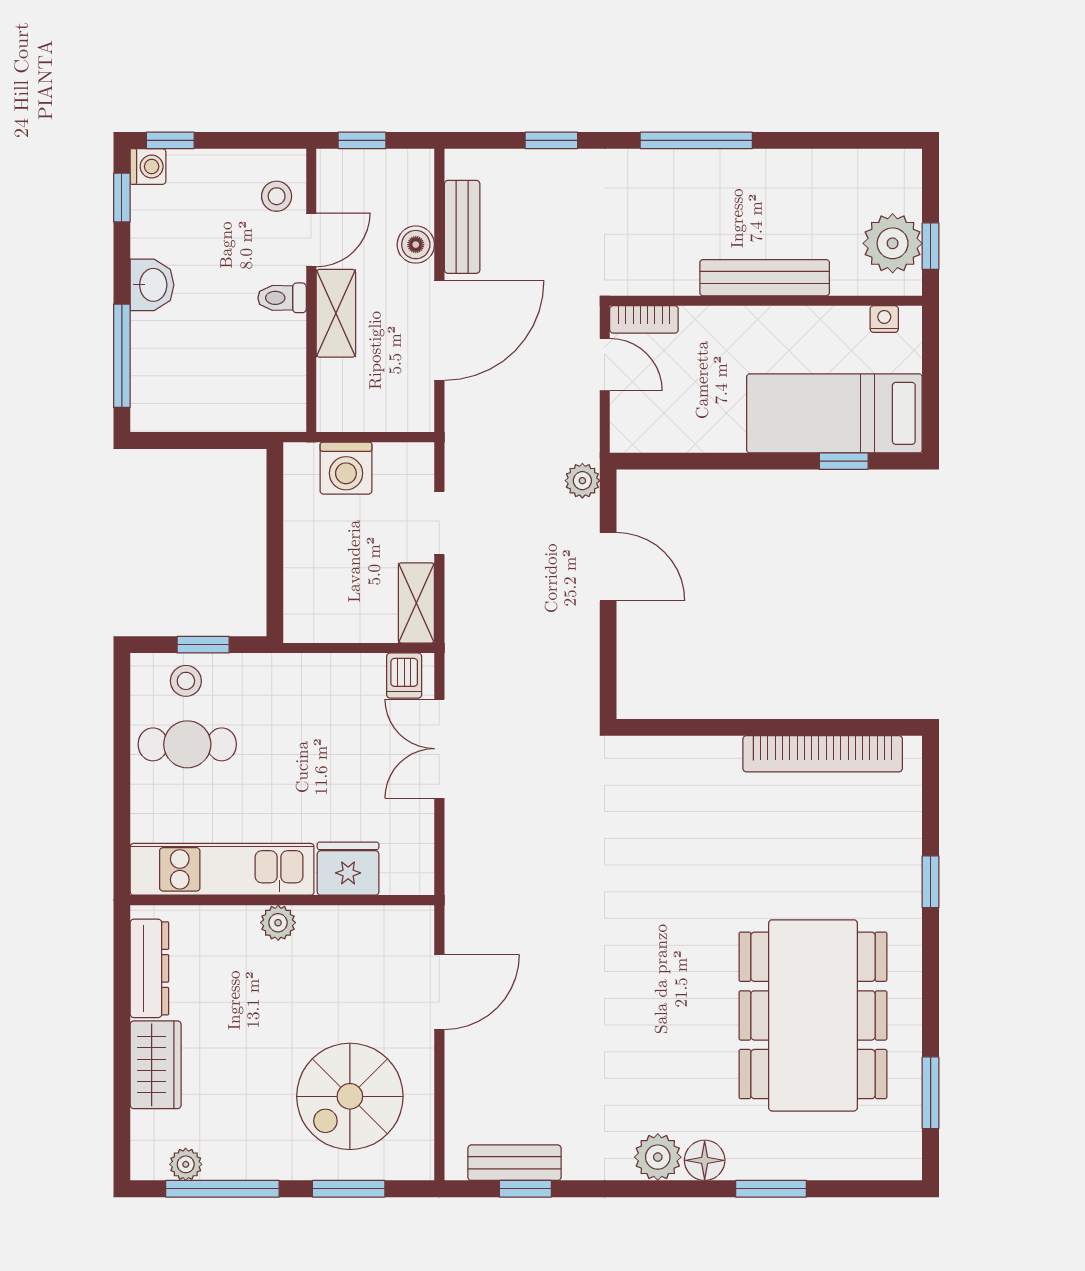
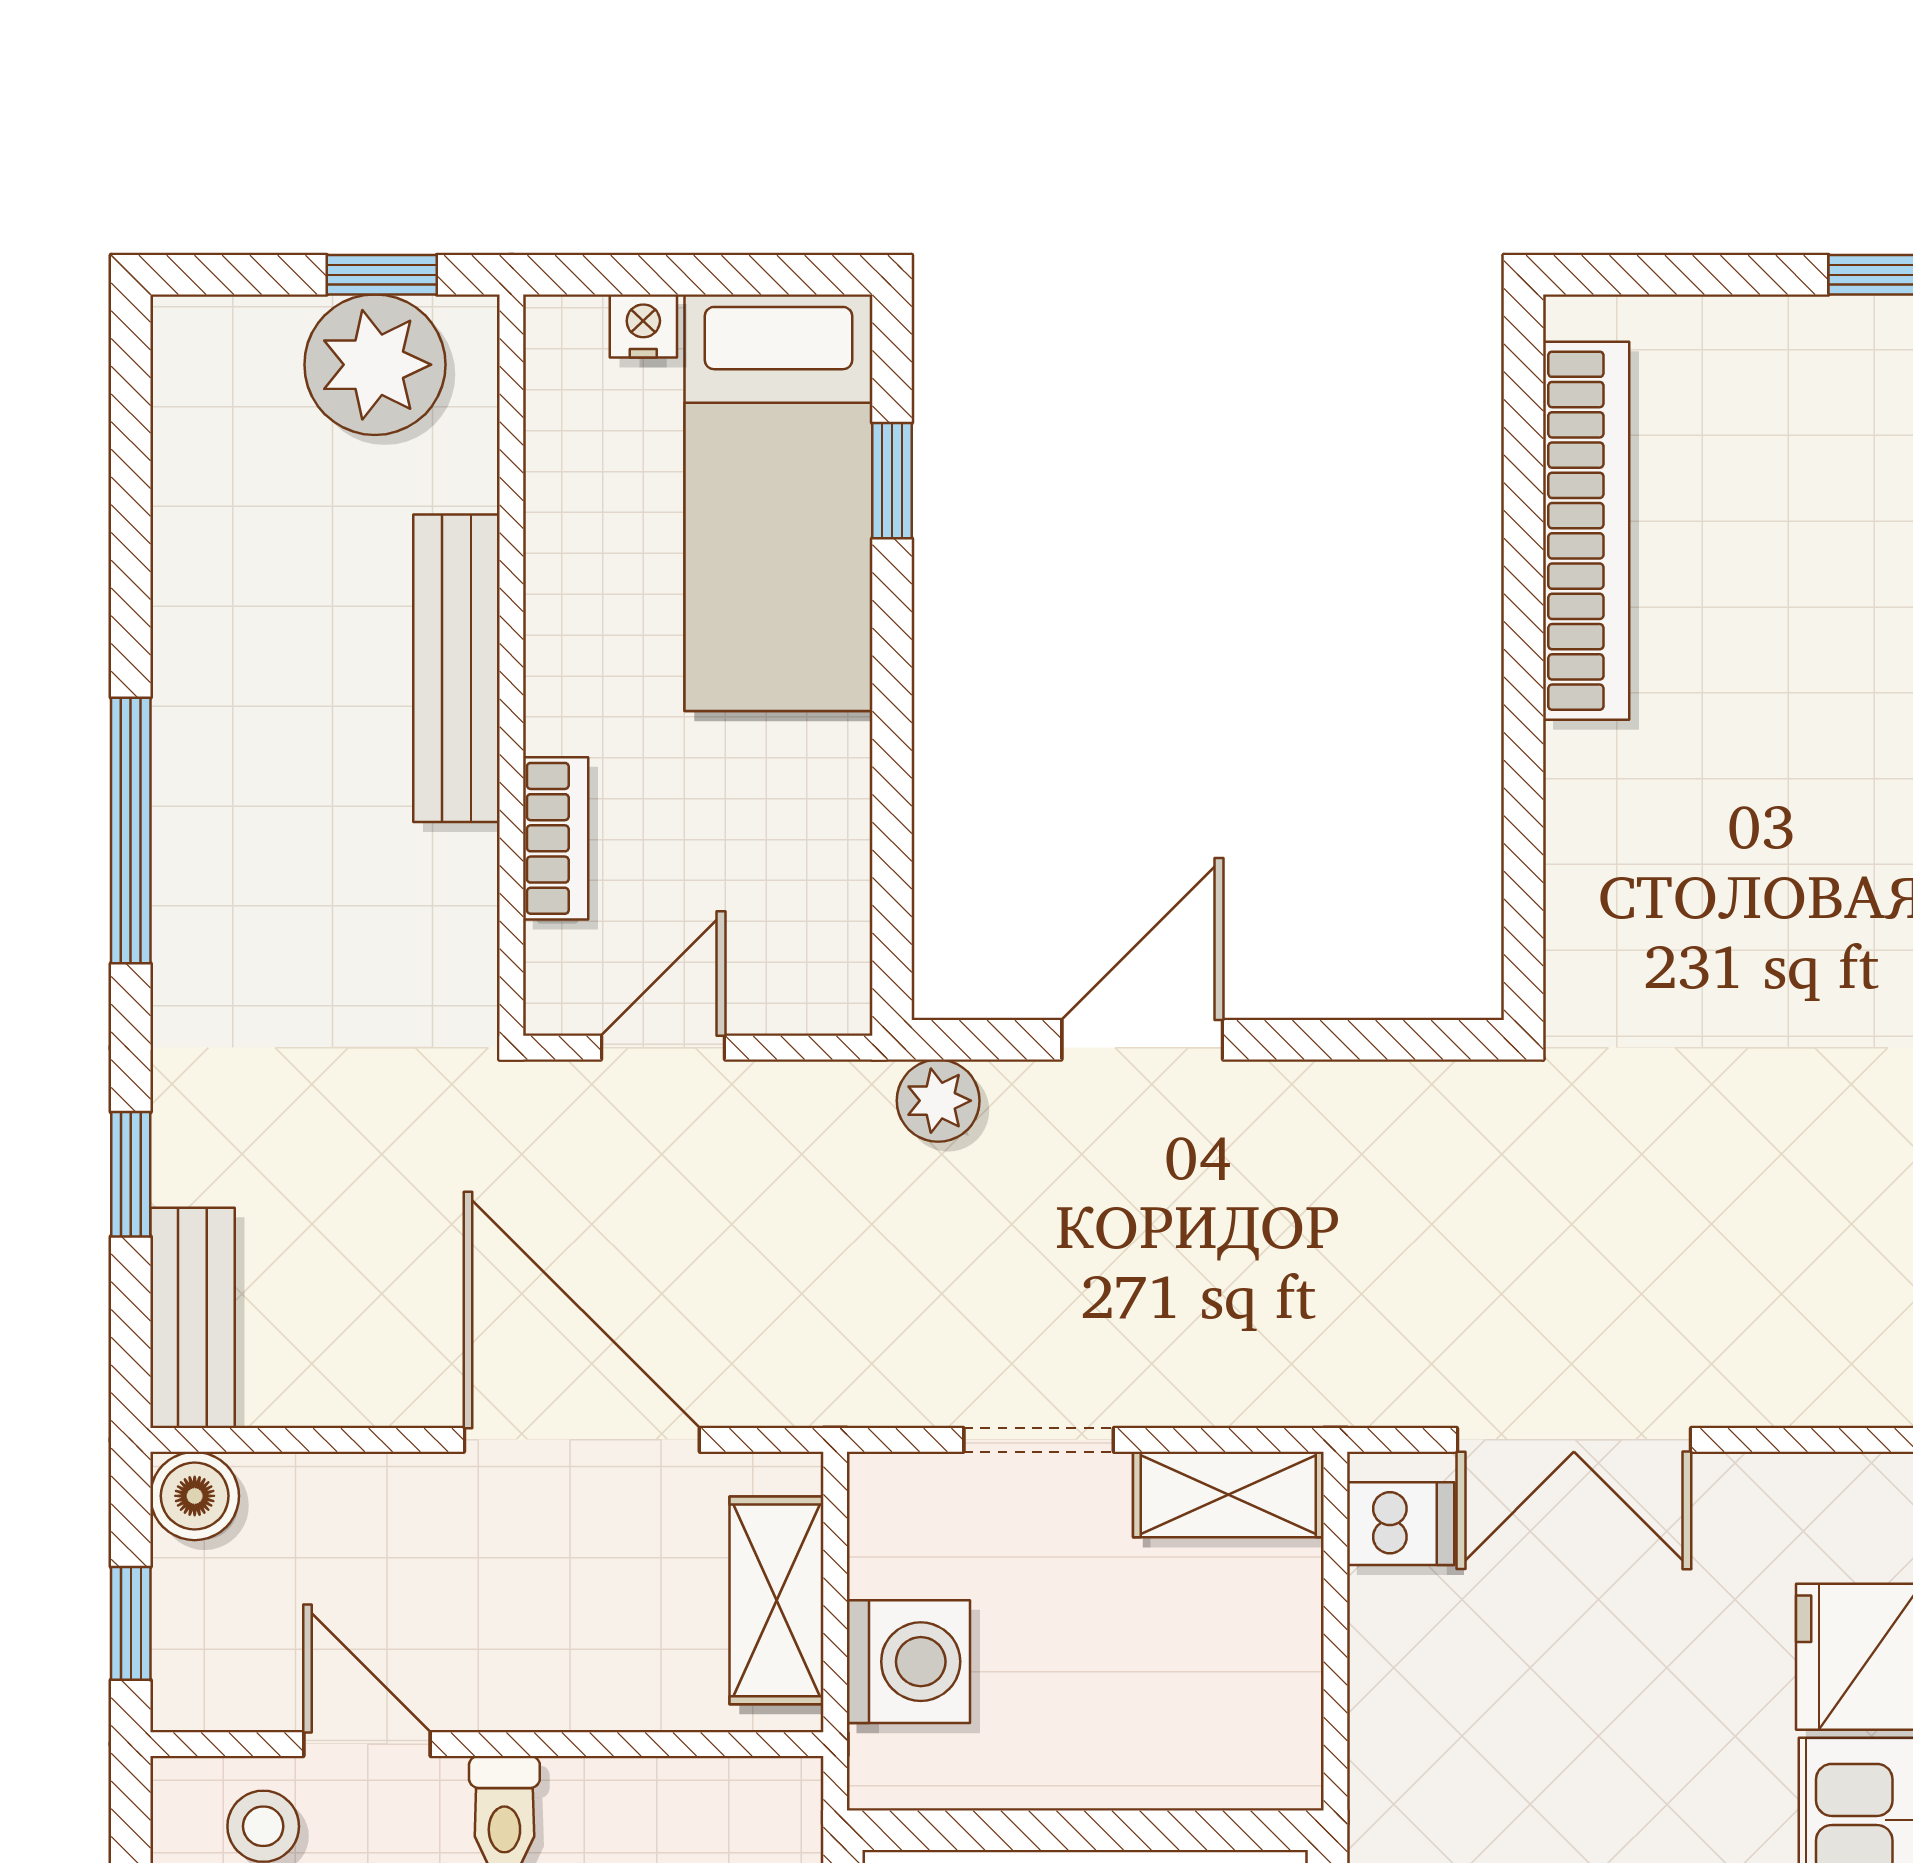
bench: (462, 227) -> (192, 1318), moved, turned 90
boiler: (416, 245) -> (195, 1496), moved
shelving: (336, 313) -> (776, 1600), moved, turned 90
bookcase: (644, 319) -> (556, 838), moved
nightstand: (884, 319) -> (643, 326), moved, turned 90

